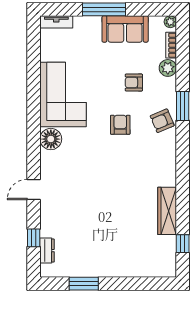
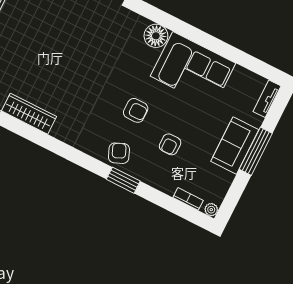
sofa: (125, 29) -> (235, 146), moved
plant: (168, 68) -> (168, 185), removed
armchair: (134, 83) -> (170, 144), turned 180

